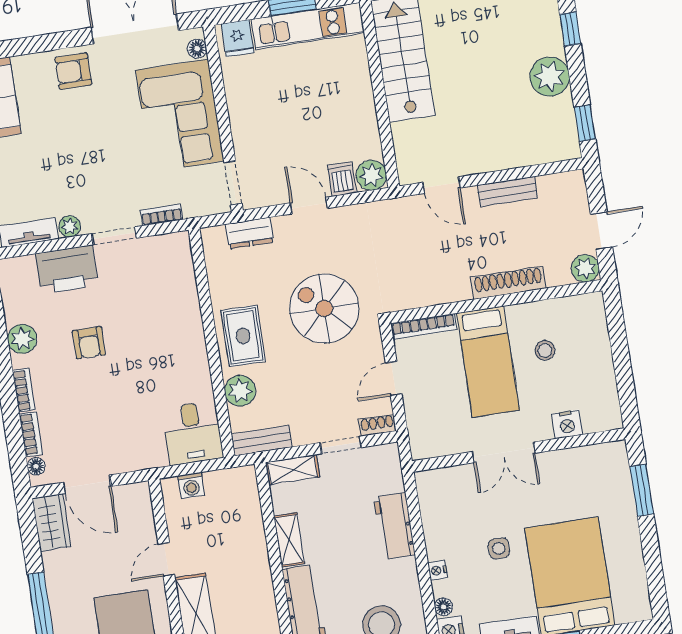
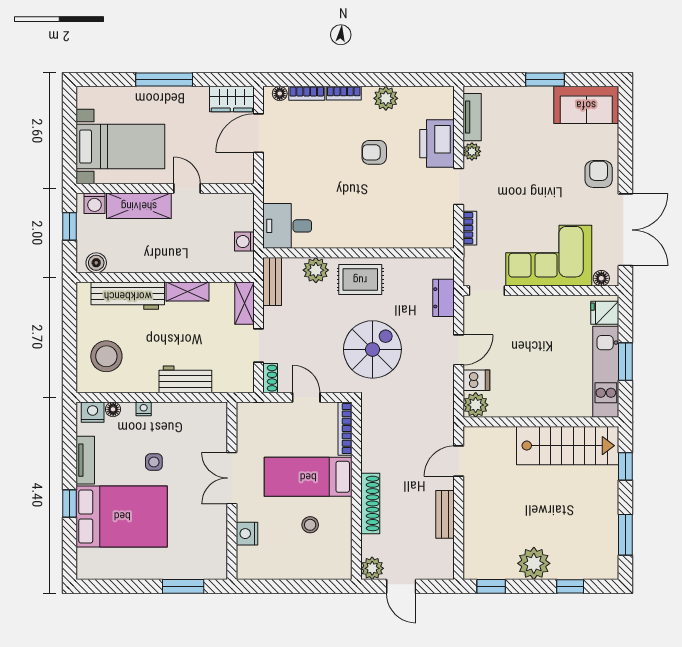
washing machine: (191, 486) -> (244, 242), moved

